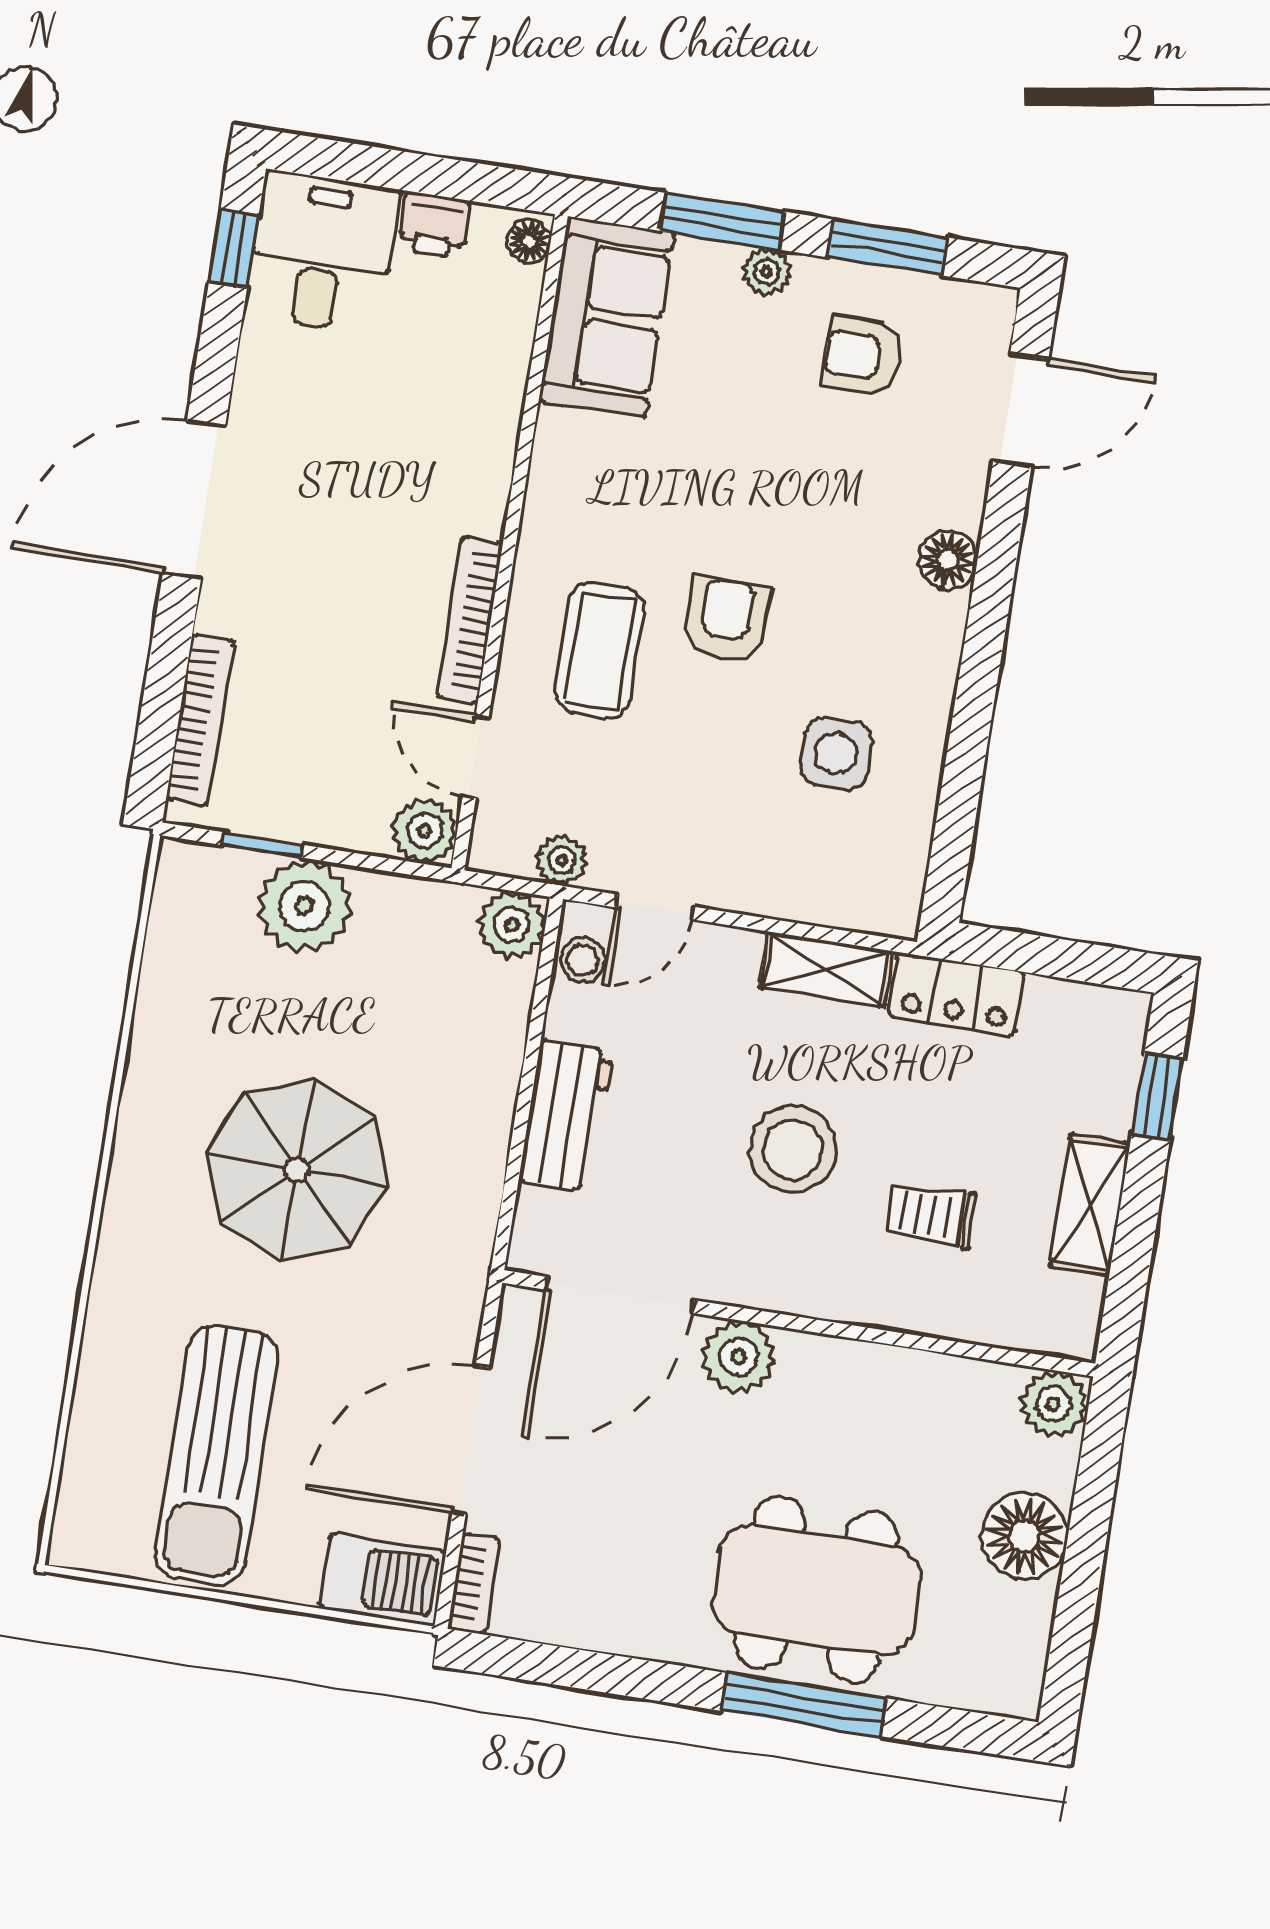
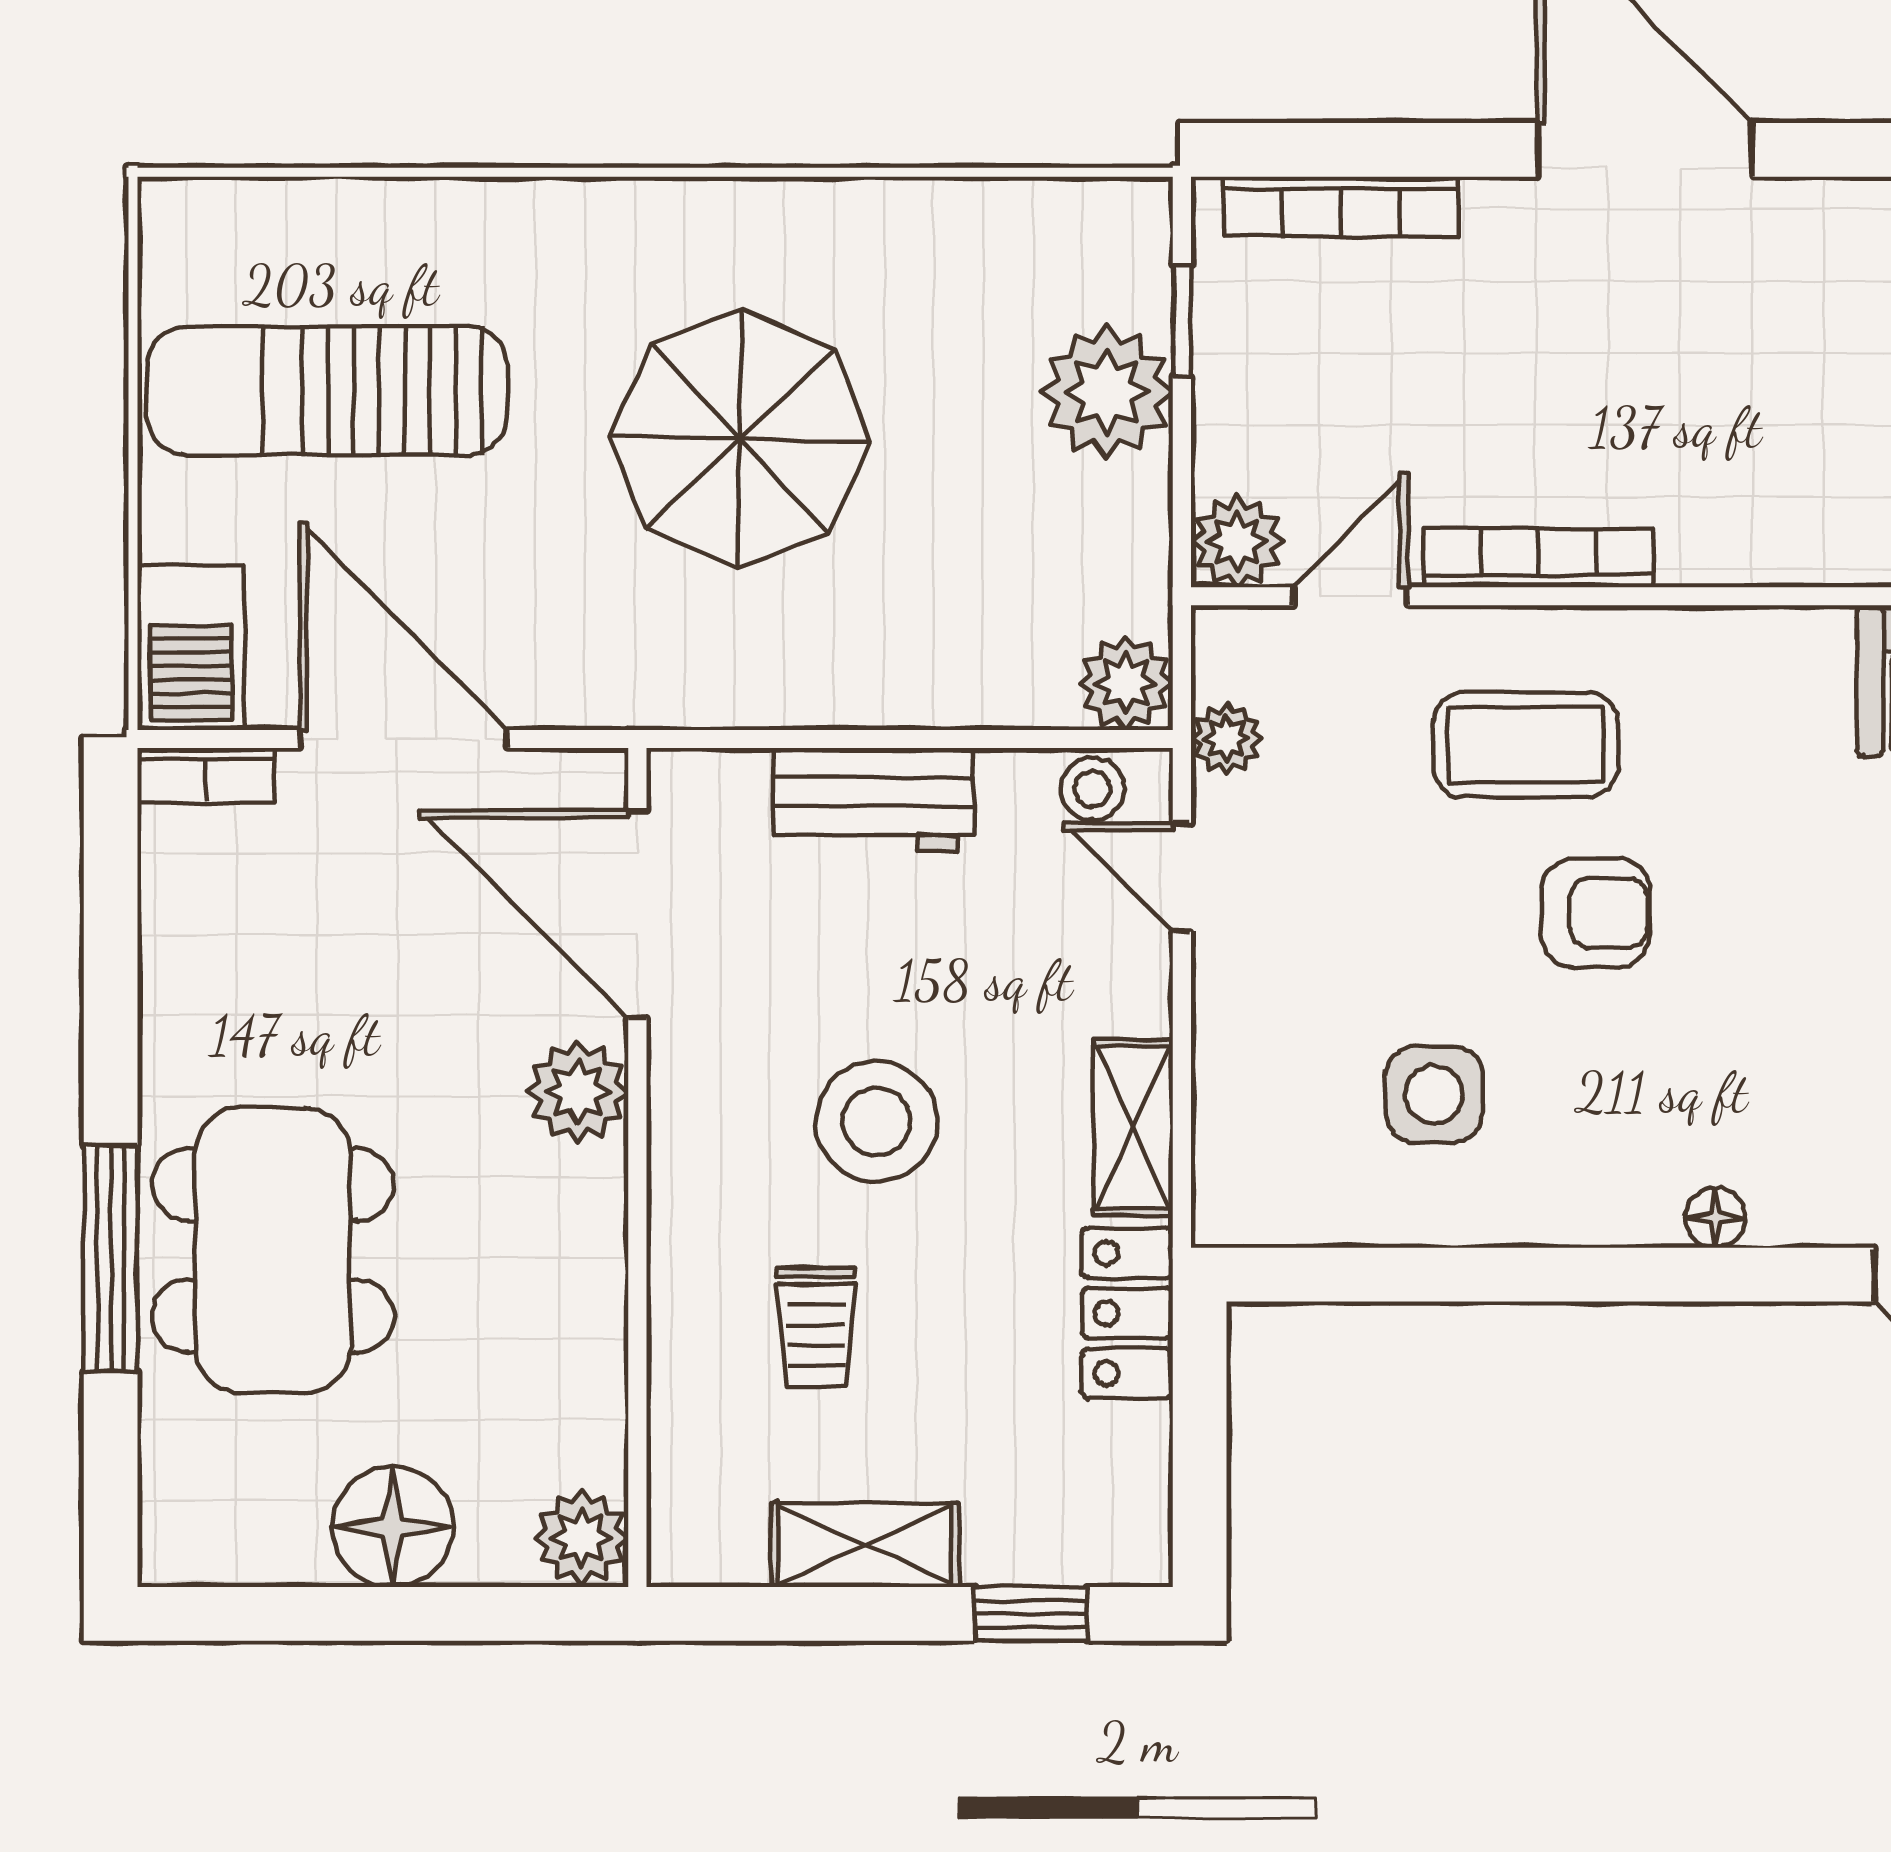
floor lamp: (948, 560) -> (1715, 1218), width x0.73, depth x0.73
trolley: (931, 1215) -> (816, 1327), turned 180

